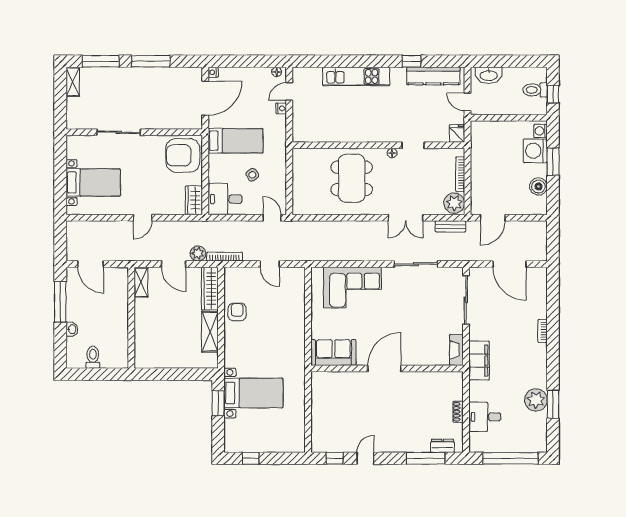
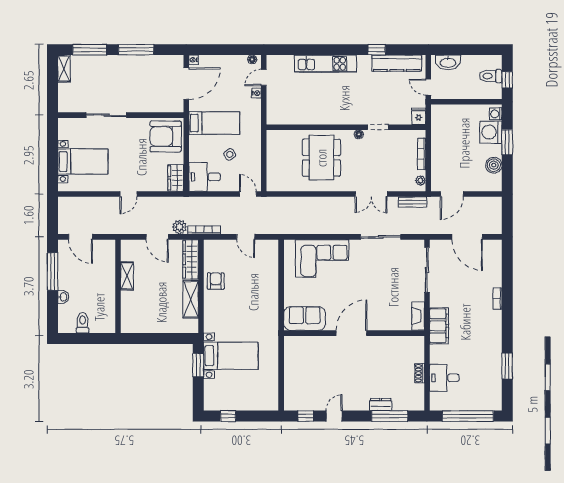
plant: (454, 203) -> (421, 181), width x0.53, depth x0.53
shelving: (141, 282) -> (127, 276), moved
plant: (536, 400) -> (491, 362), removed
dresser: (442, 446) -> (381, 405), moved

